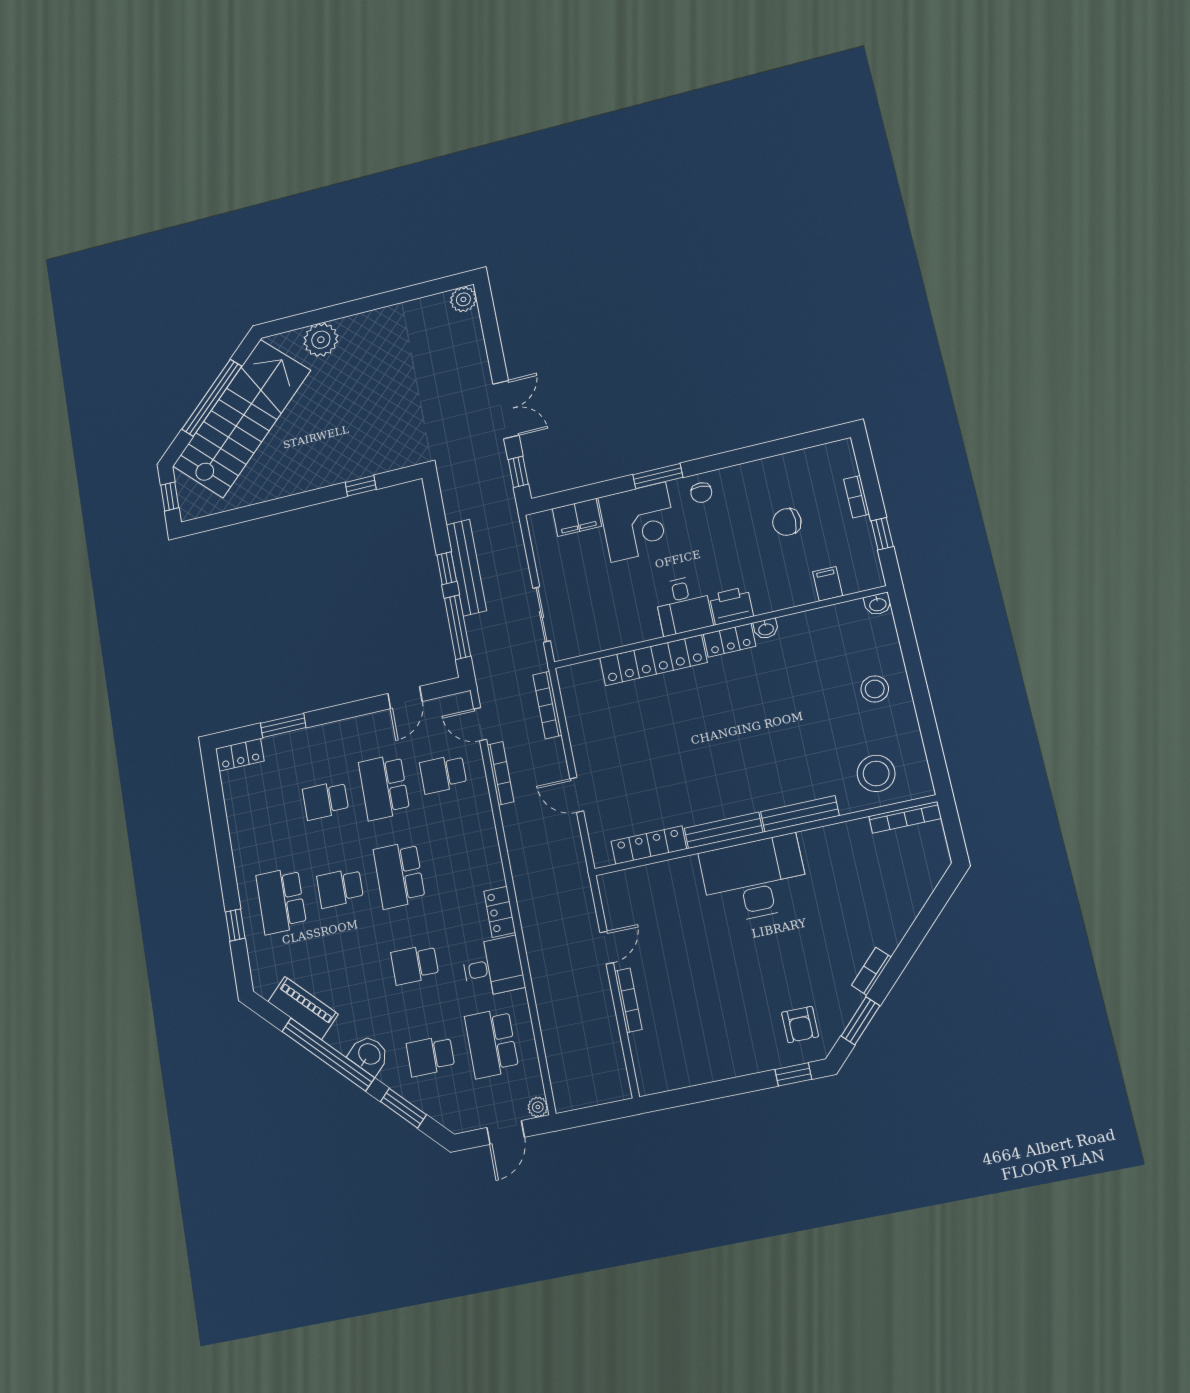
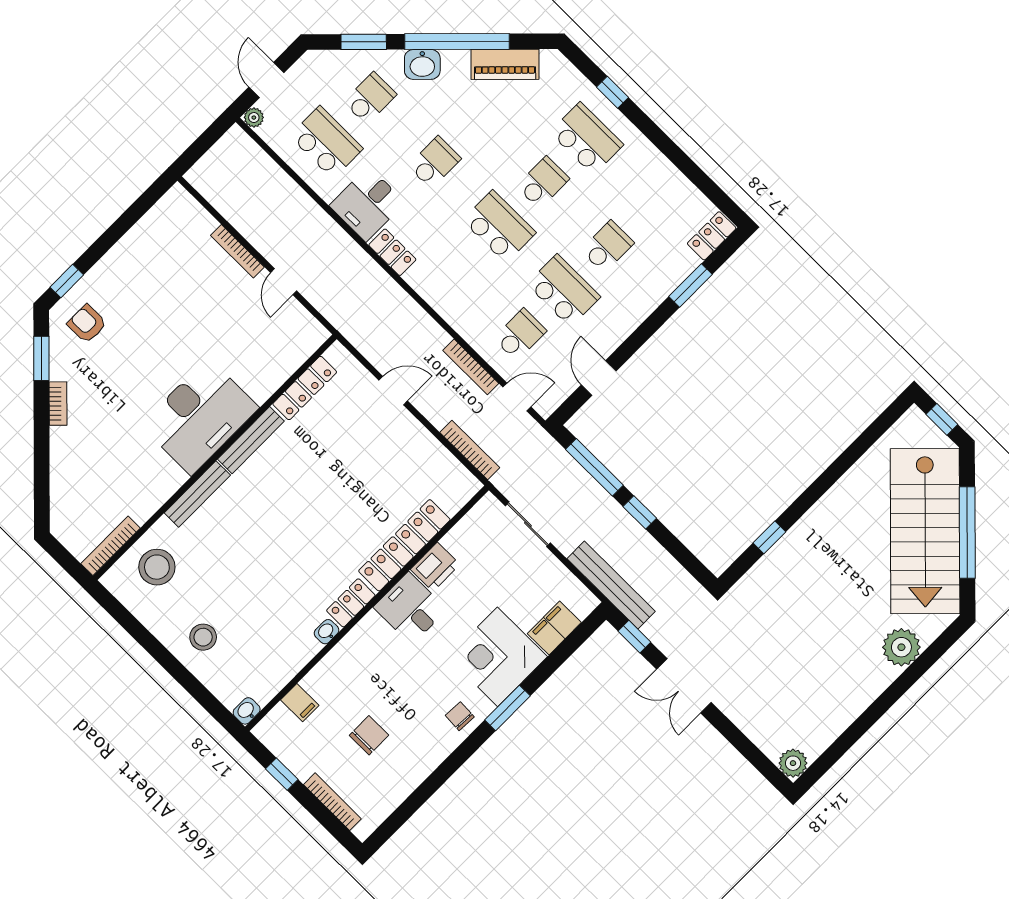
bookcase: (857, 497) -> (332, 802), width x1.56
bench: (466, 568) -> (611, 585), moved
printer: (731, 606) -> (435, 567), moved

